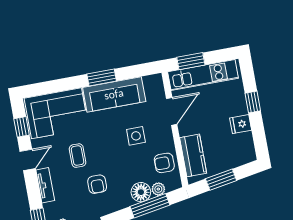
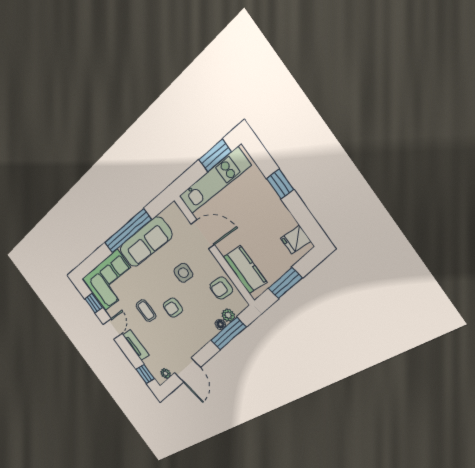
window: (191, 61) -> (215, 156), moved
window: (102, 77) -> (128, 231), width x2.11
door: (172, 111) -> (203, 234), hinge flipped
fridge: (241, 124) -> (296, 240), moved
armchair: (97, 184) -> (173, 308), moved, turned 90
floor lamp: (141, 192) -> (220, 324), width x0.53, depth x0.53

